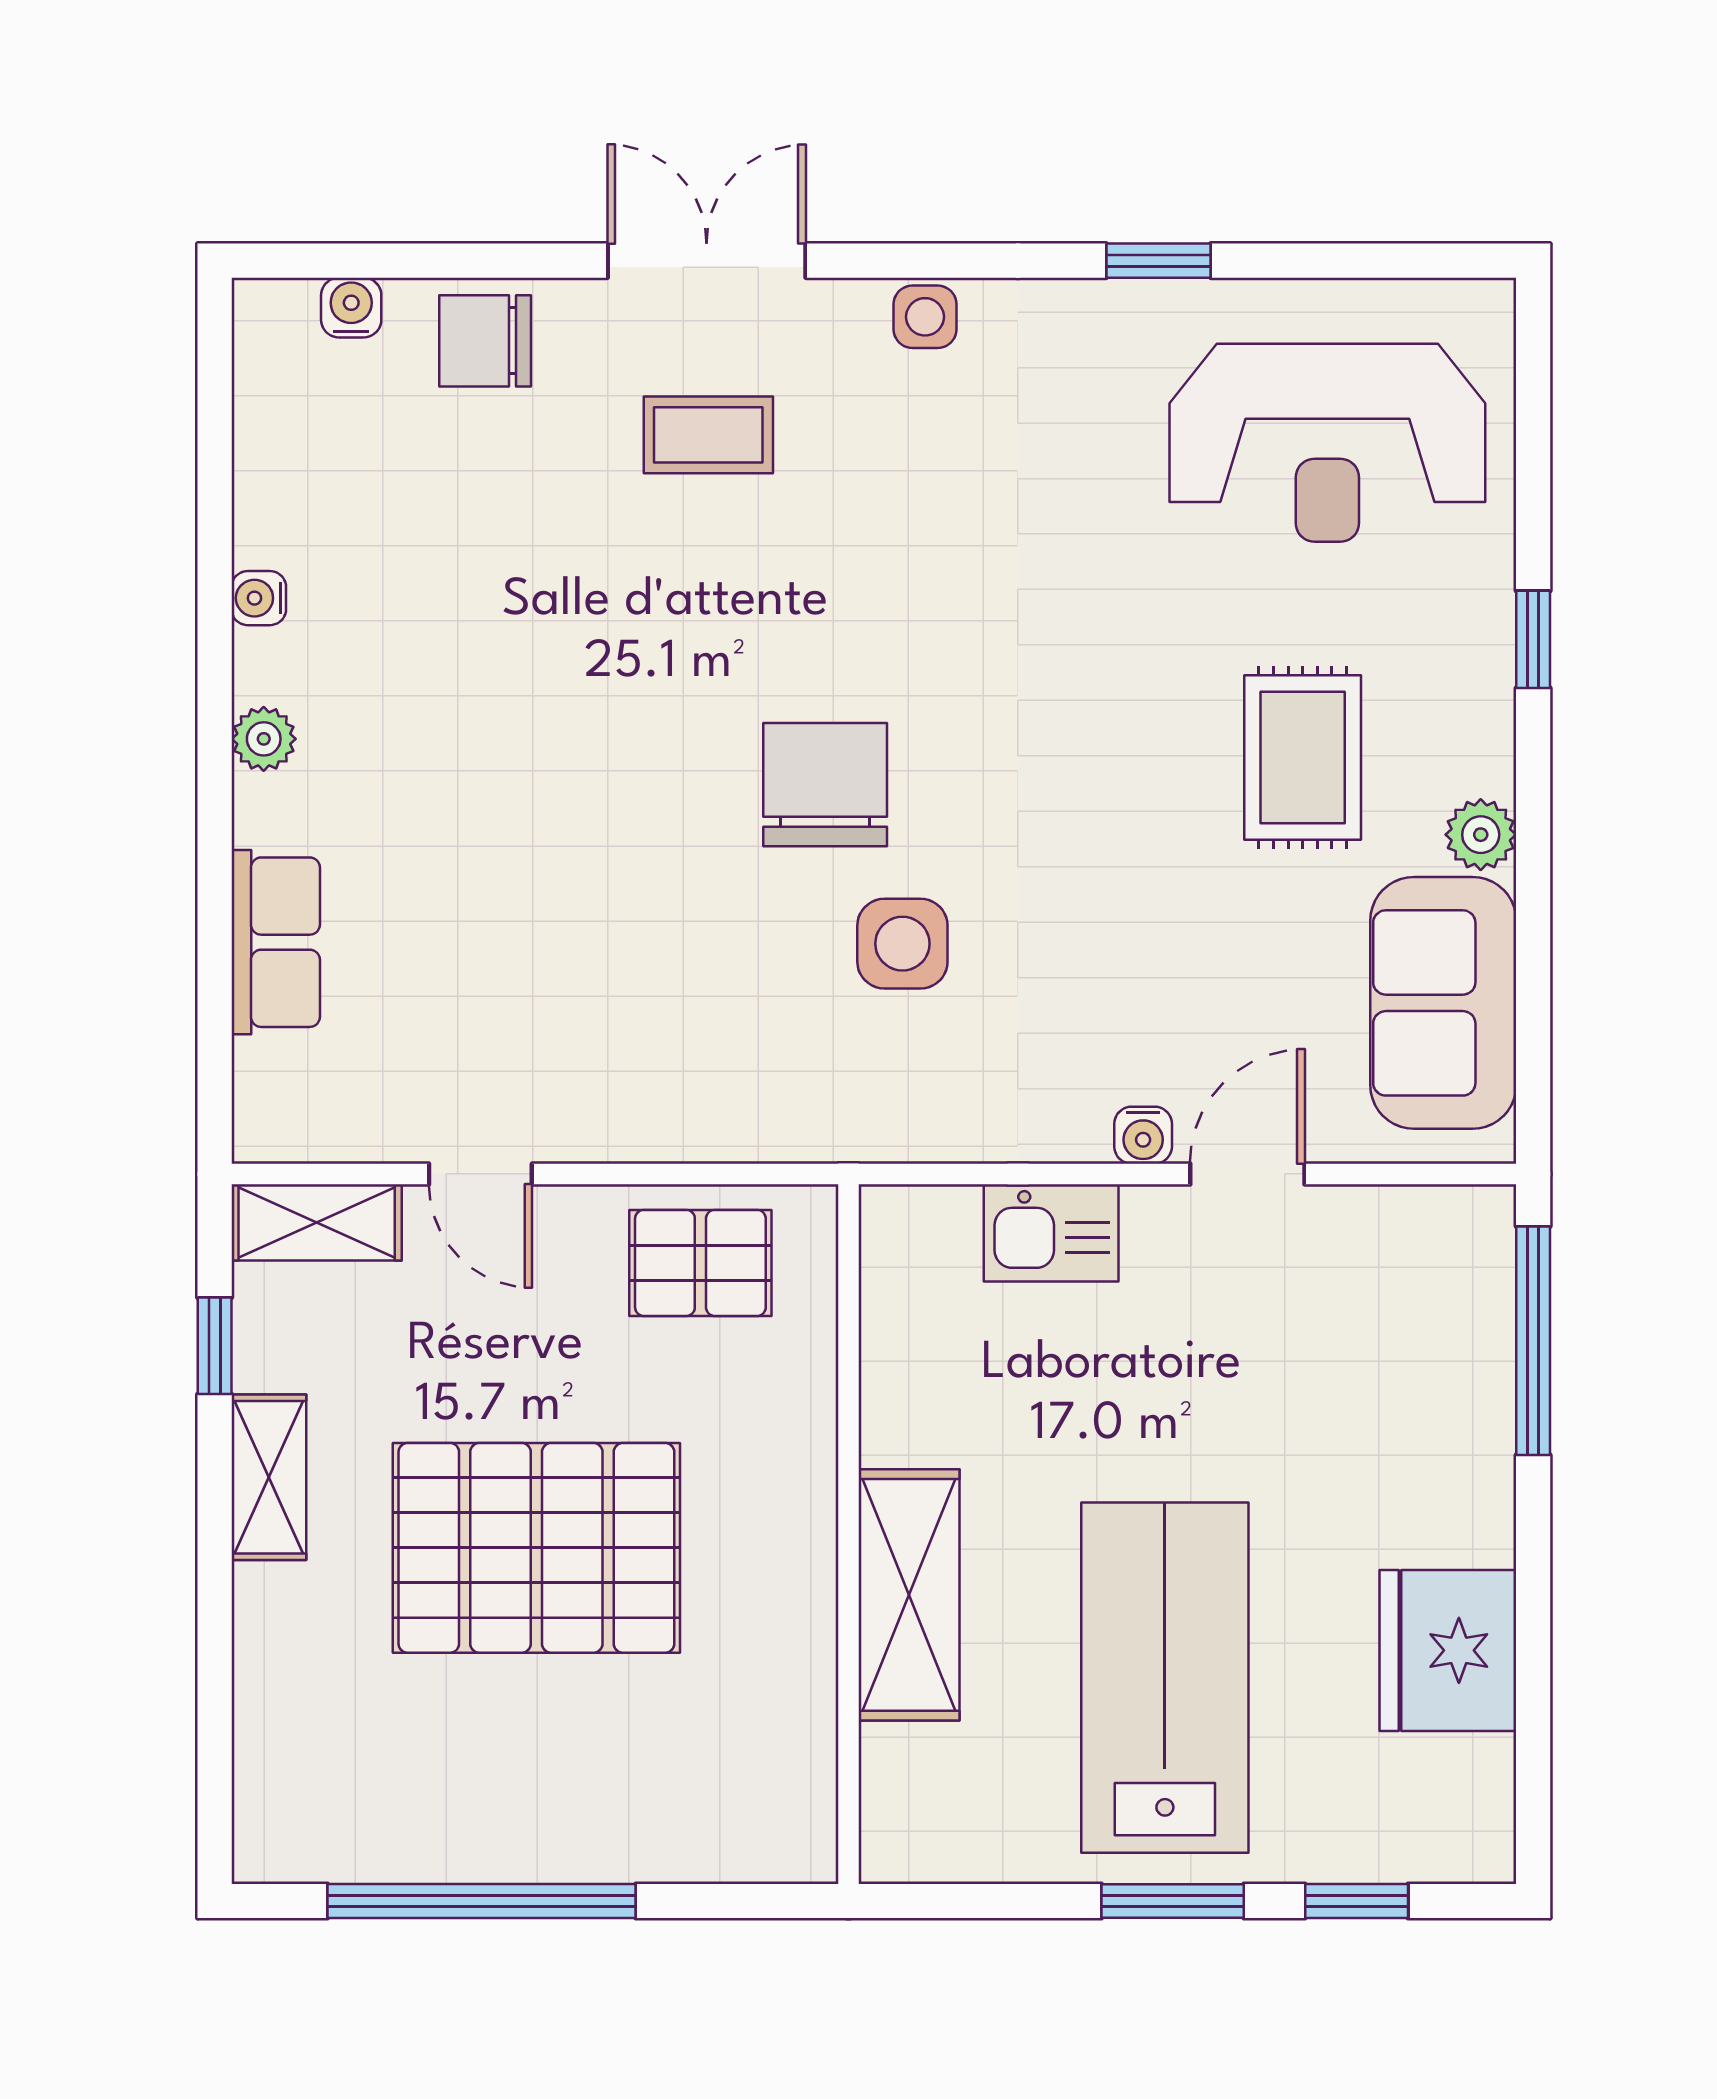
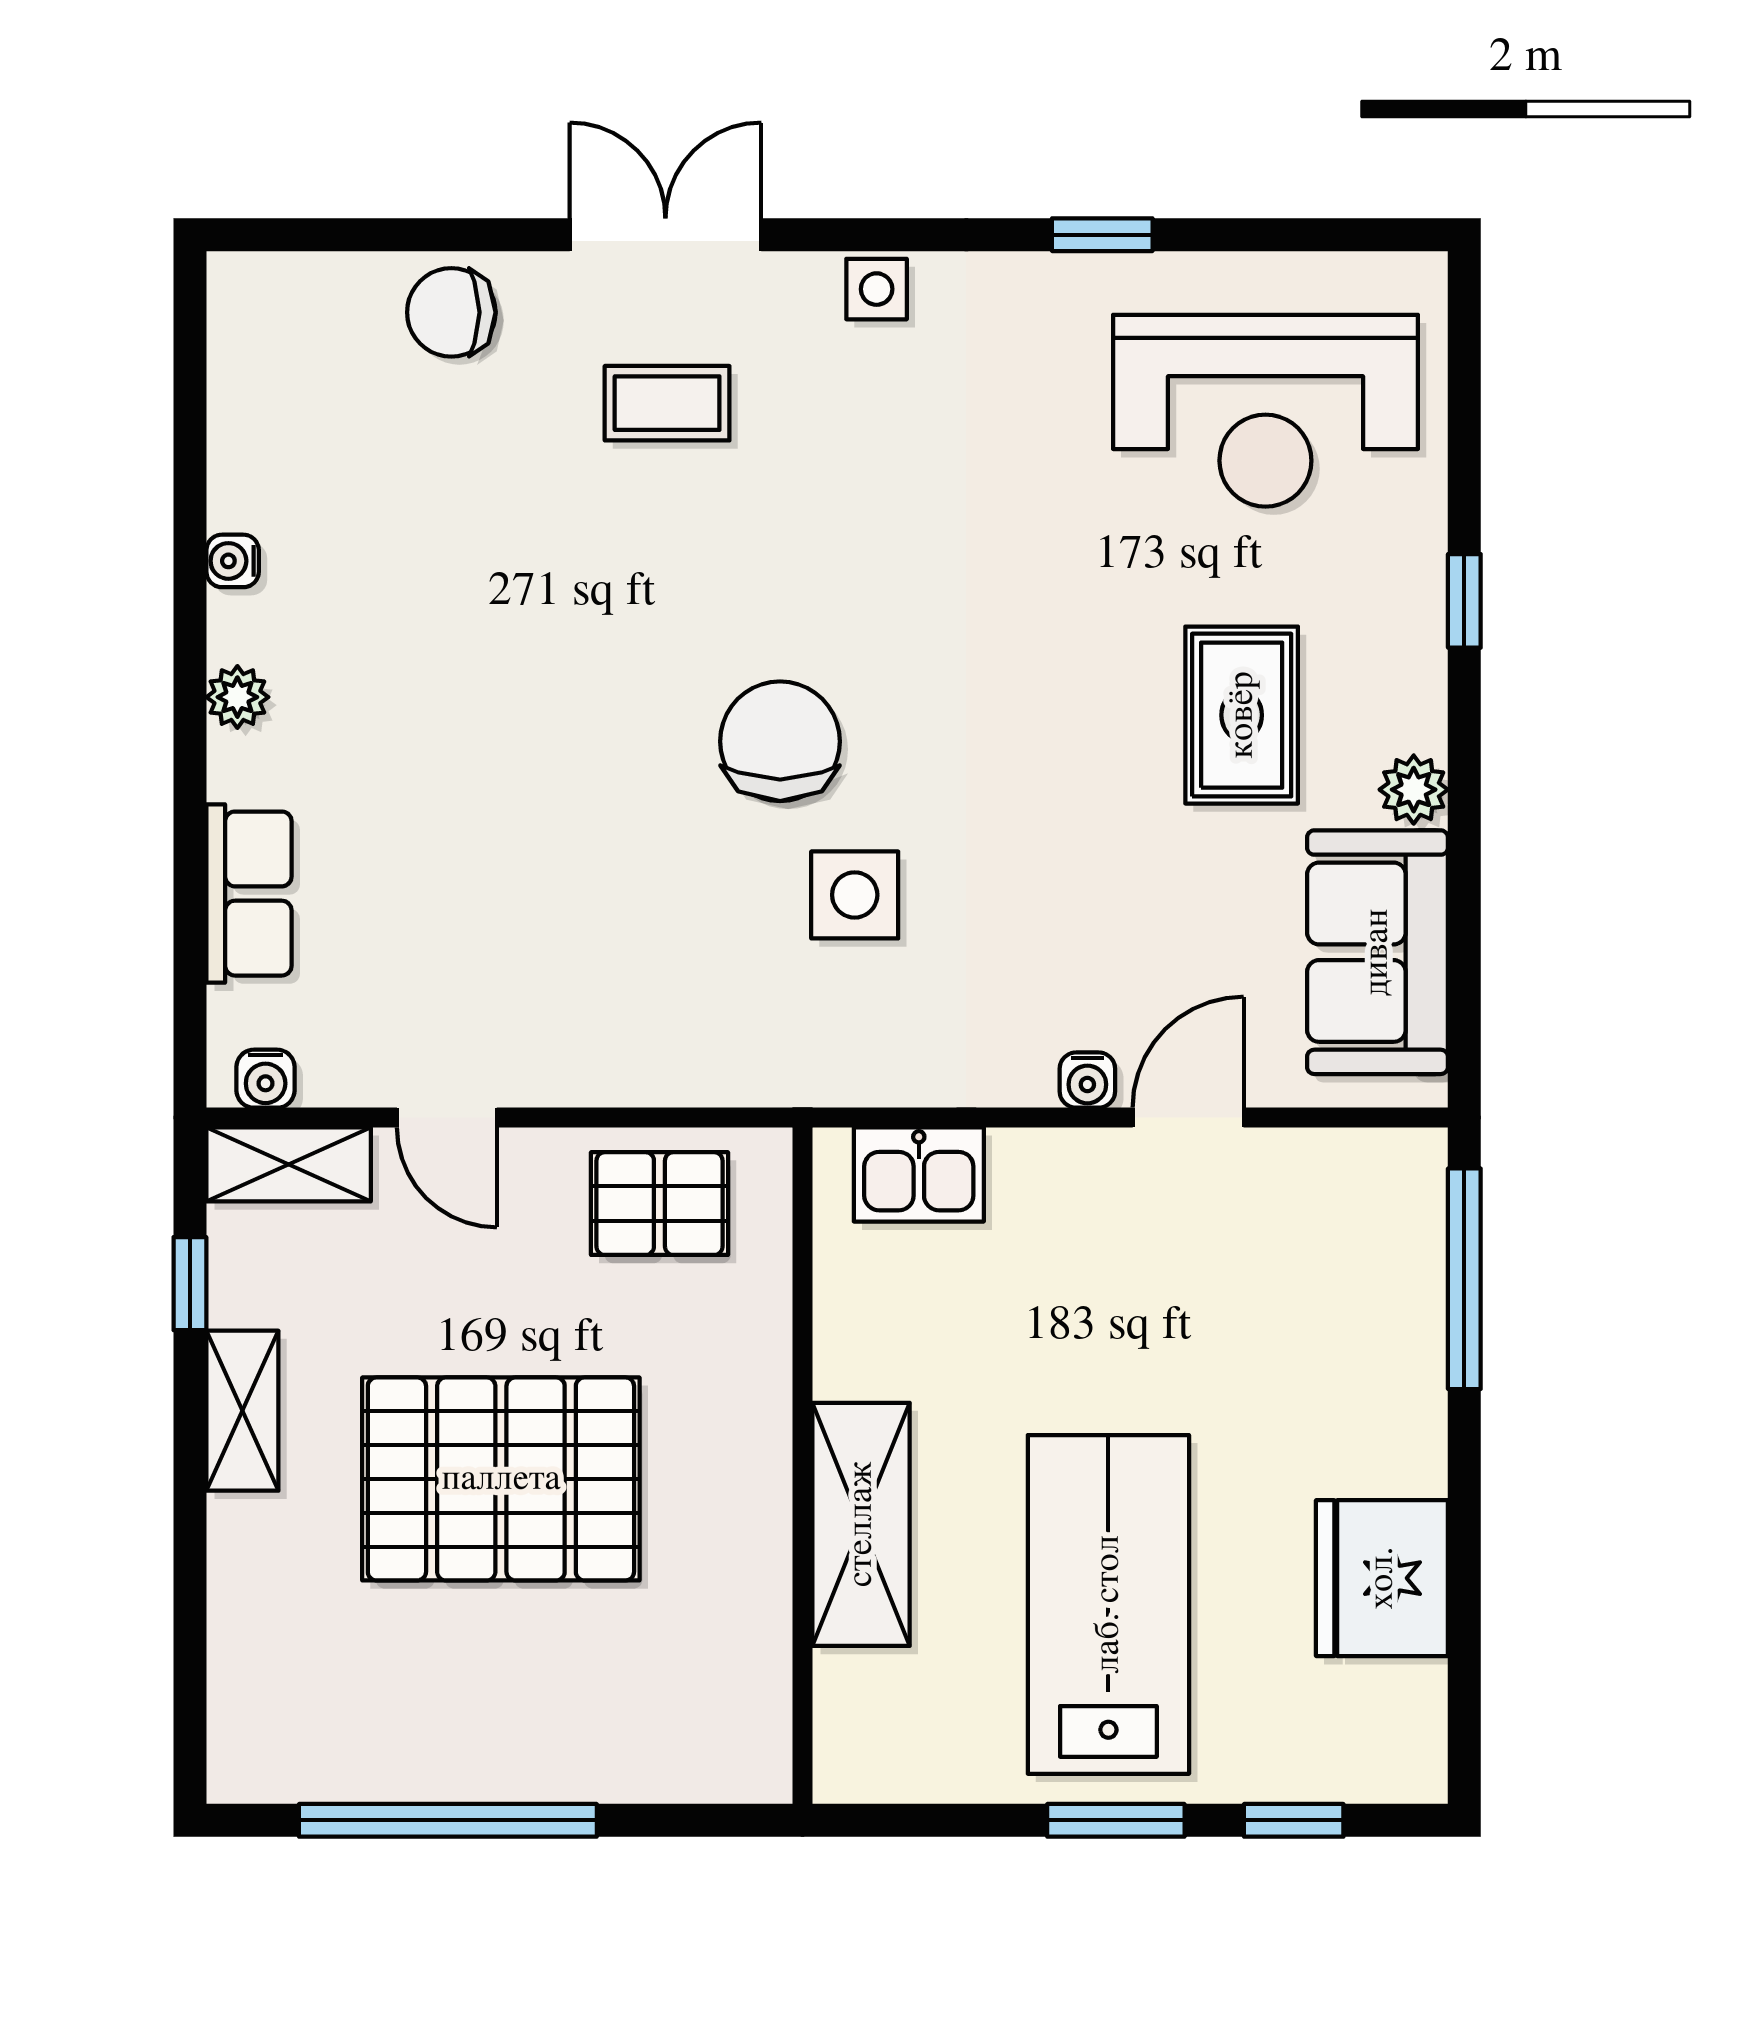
water cooler: (351, 308) -> (266, 1079), moved, turned 180
kitchen sink: (1051, 1233) -> (919, 1175), moved

